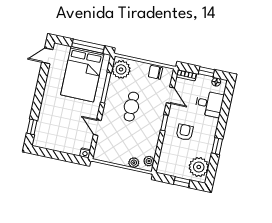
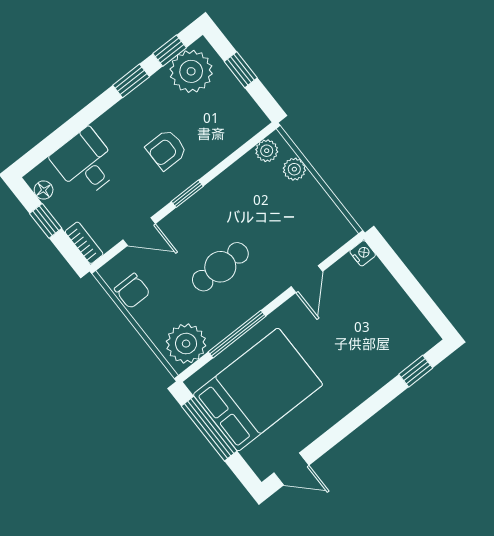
door: (170, 95) -> (139, 232), swing flipped
window: (212, 168) -> (170, 51), added

